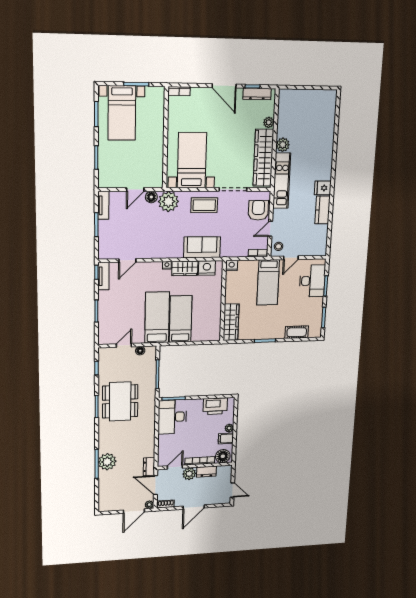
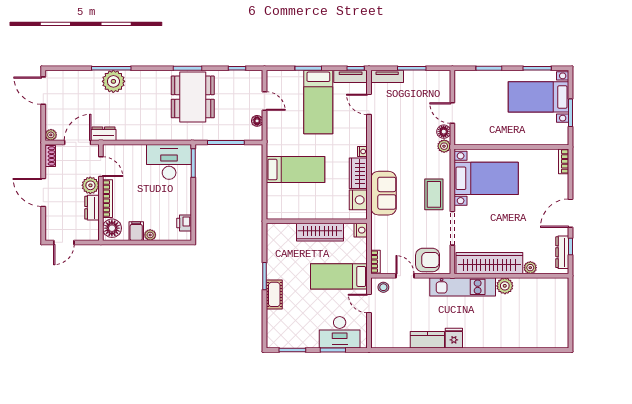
plant: (168, 201) -> (444, 146), width x0.53, depth x0.53
tv unit: (103, 205) -> (387, 76), moved
bed: (157, 318) -> (318, 102), moved, turned 90
wardrobe: (231, 322) -> (320, 232), moved
cot: (297, 332) -> (274, 294), moved
dining table: (120, 401) -> (193, 97), turned 90
printer: (215, 406) -> (184, 223), width x0.53, depth x0.68
door: (134, 511) -> (43, 91), moved

